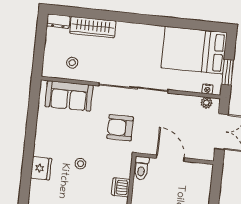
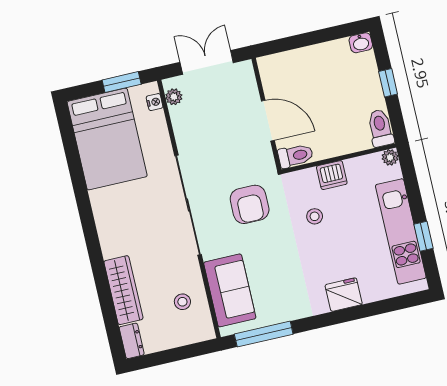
window: (33, 108) -> (264, 334), added
door: (170, 158) -> (268, 121), swing flipped
stool: (80, 164) -> (315, 216), moved

